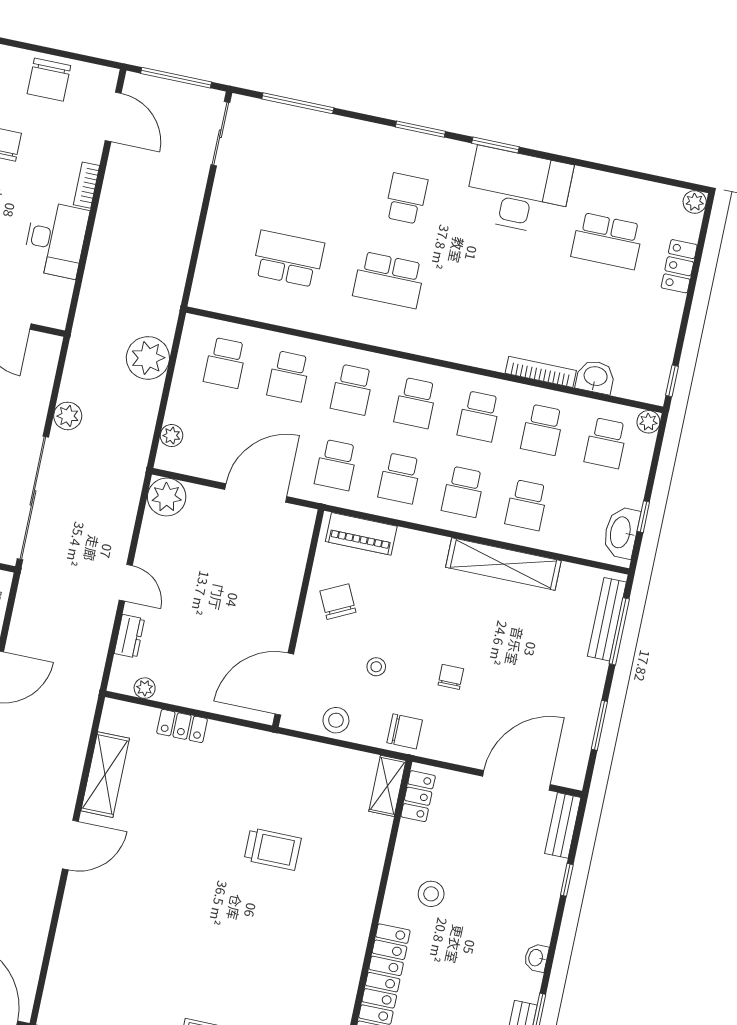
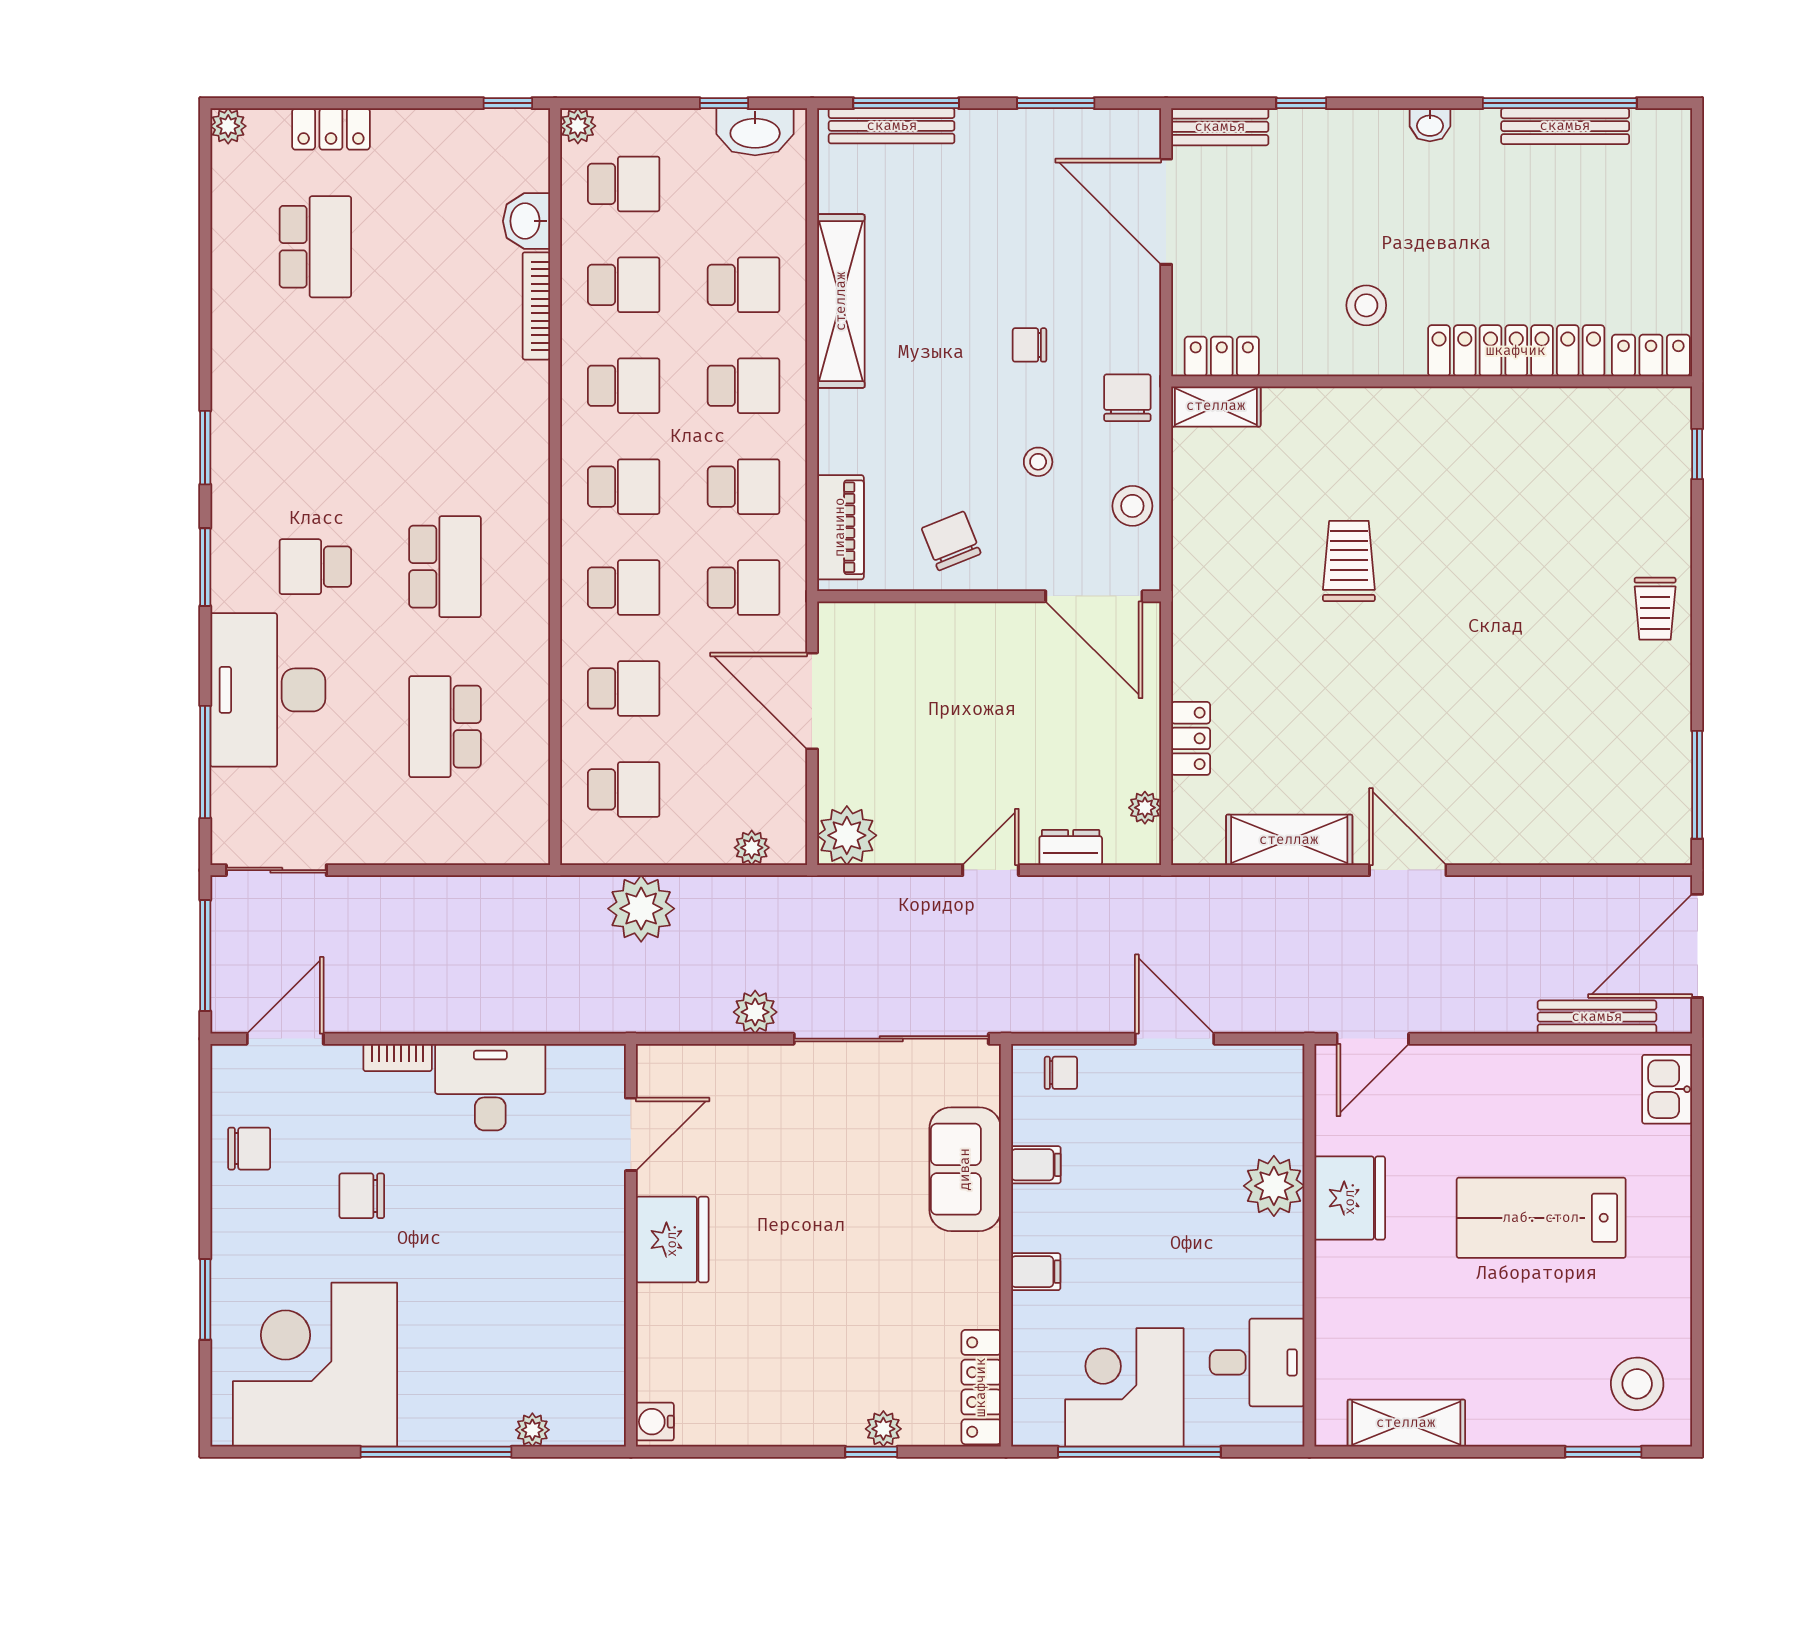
chair: (49, 80) -> (249, 1149), width x0.73, depth x0.73
desk: (518, 191) -> (268, 690), moved
chair: (338, 602) -> (951, 541), turned 94

